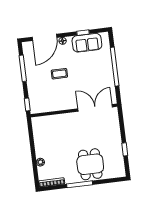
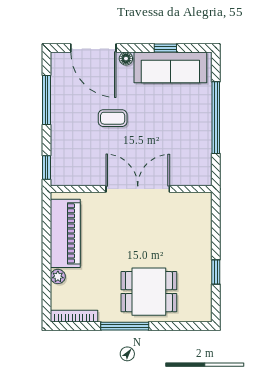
door: (44, 37) -> (93, 48), hinge flipped
sofa: (87, 43) -> (170, 67), width x1.36
double door: (95, 108) -> (138, 189), moved
piano: (42, 139) -> (65, 233), added
dining table: (90, 164) -> (149, 292), turned 90

